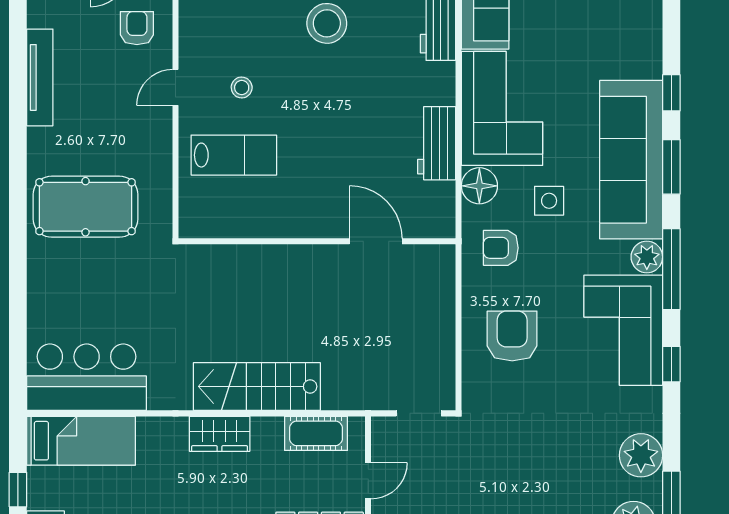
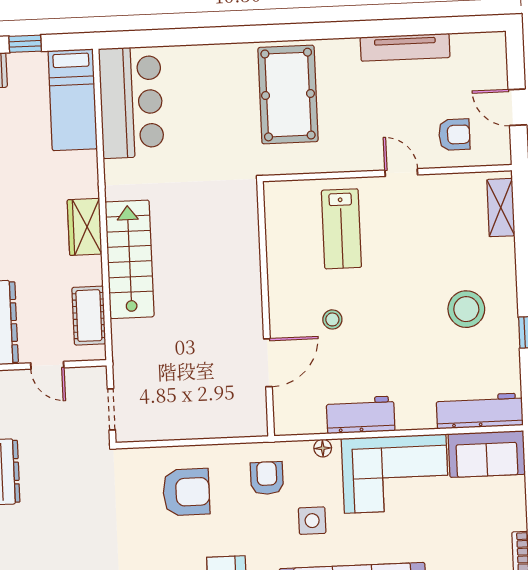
stool: (242, 87) -> (332, 319), moved
floor lamp: (479, 186) -> (323, 448), width x0.53, depth x0.53

